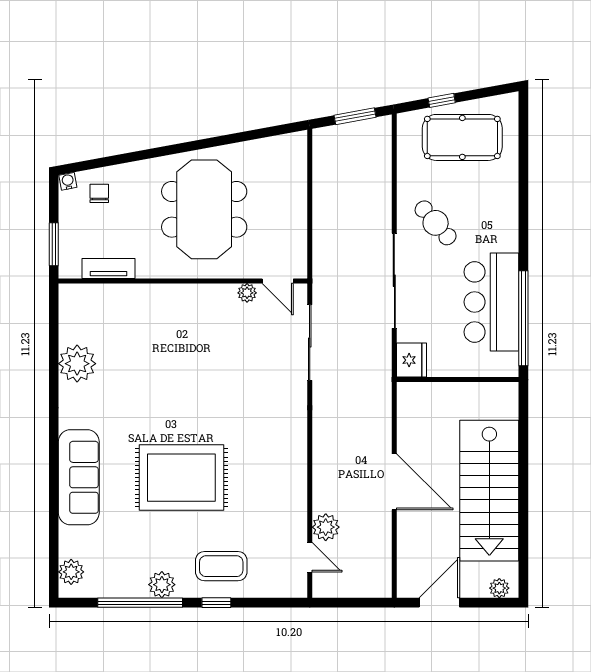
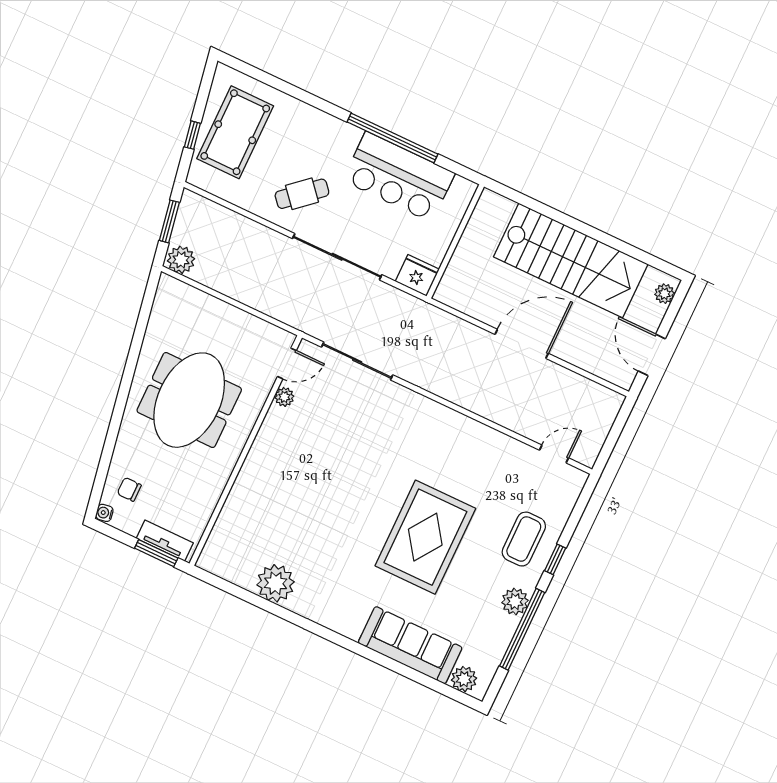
meeting table: (204, 209) -> (189, 400), turned 90
tv unit: (108, 268) -> (165, 541), moved, turned 90
window: (523, 318) -> (393, 138), moved
sofa: (79, 477) -> (410, 645), moved
plant: (326, 527) -> (181, 260), moved

